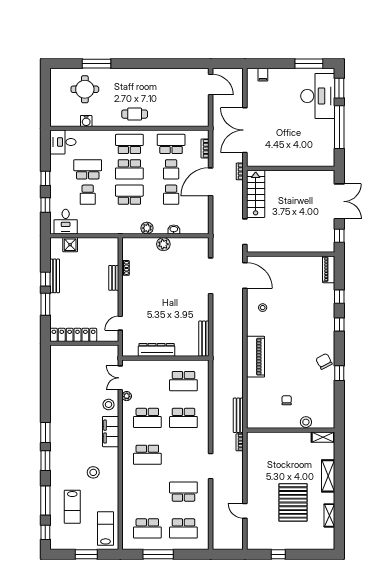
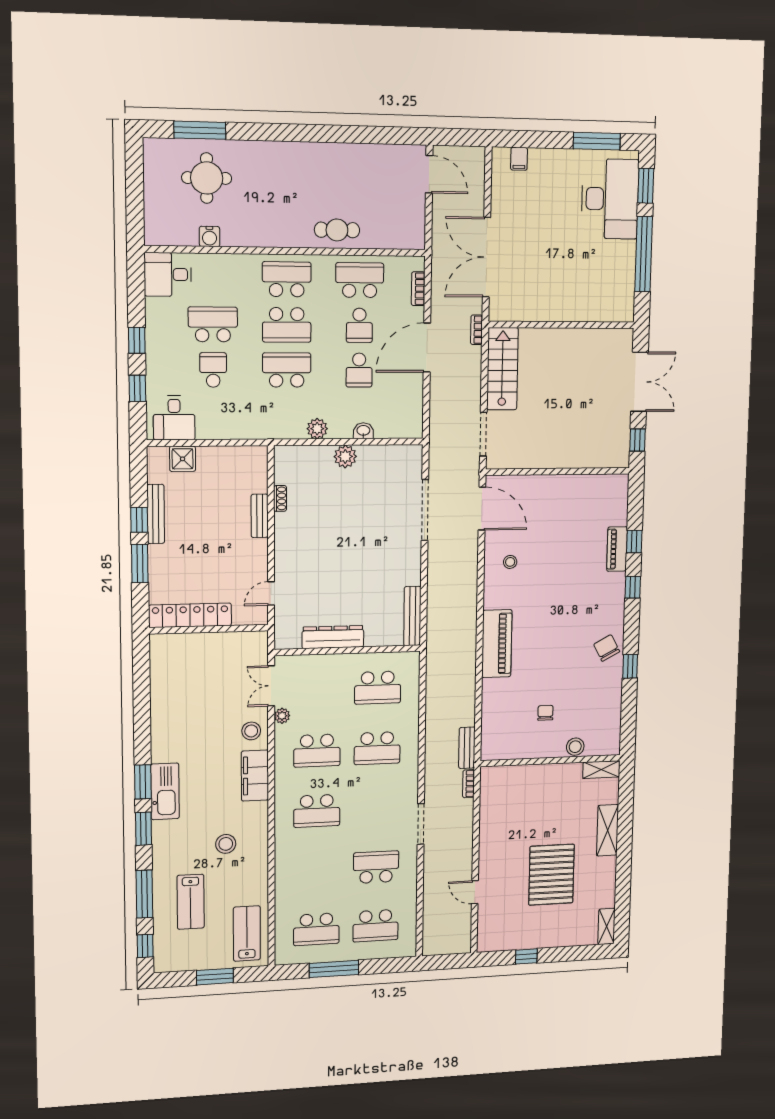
window: (97, 64) -> (200, 130), moved
cafe table: (135, 114) -> (337, 230), moved
school desk: (88, 195) -> (213, 370), turned 180
piano: (329, 269) -> (617, 549), moved
bench: (238, 415) -> (467, 748), width x0.73
kitchen sink: (58, 439) -> (165, 791), added
shelving: (329, 515) -> (607, 926), moved

